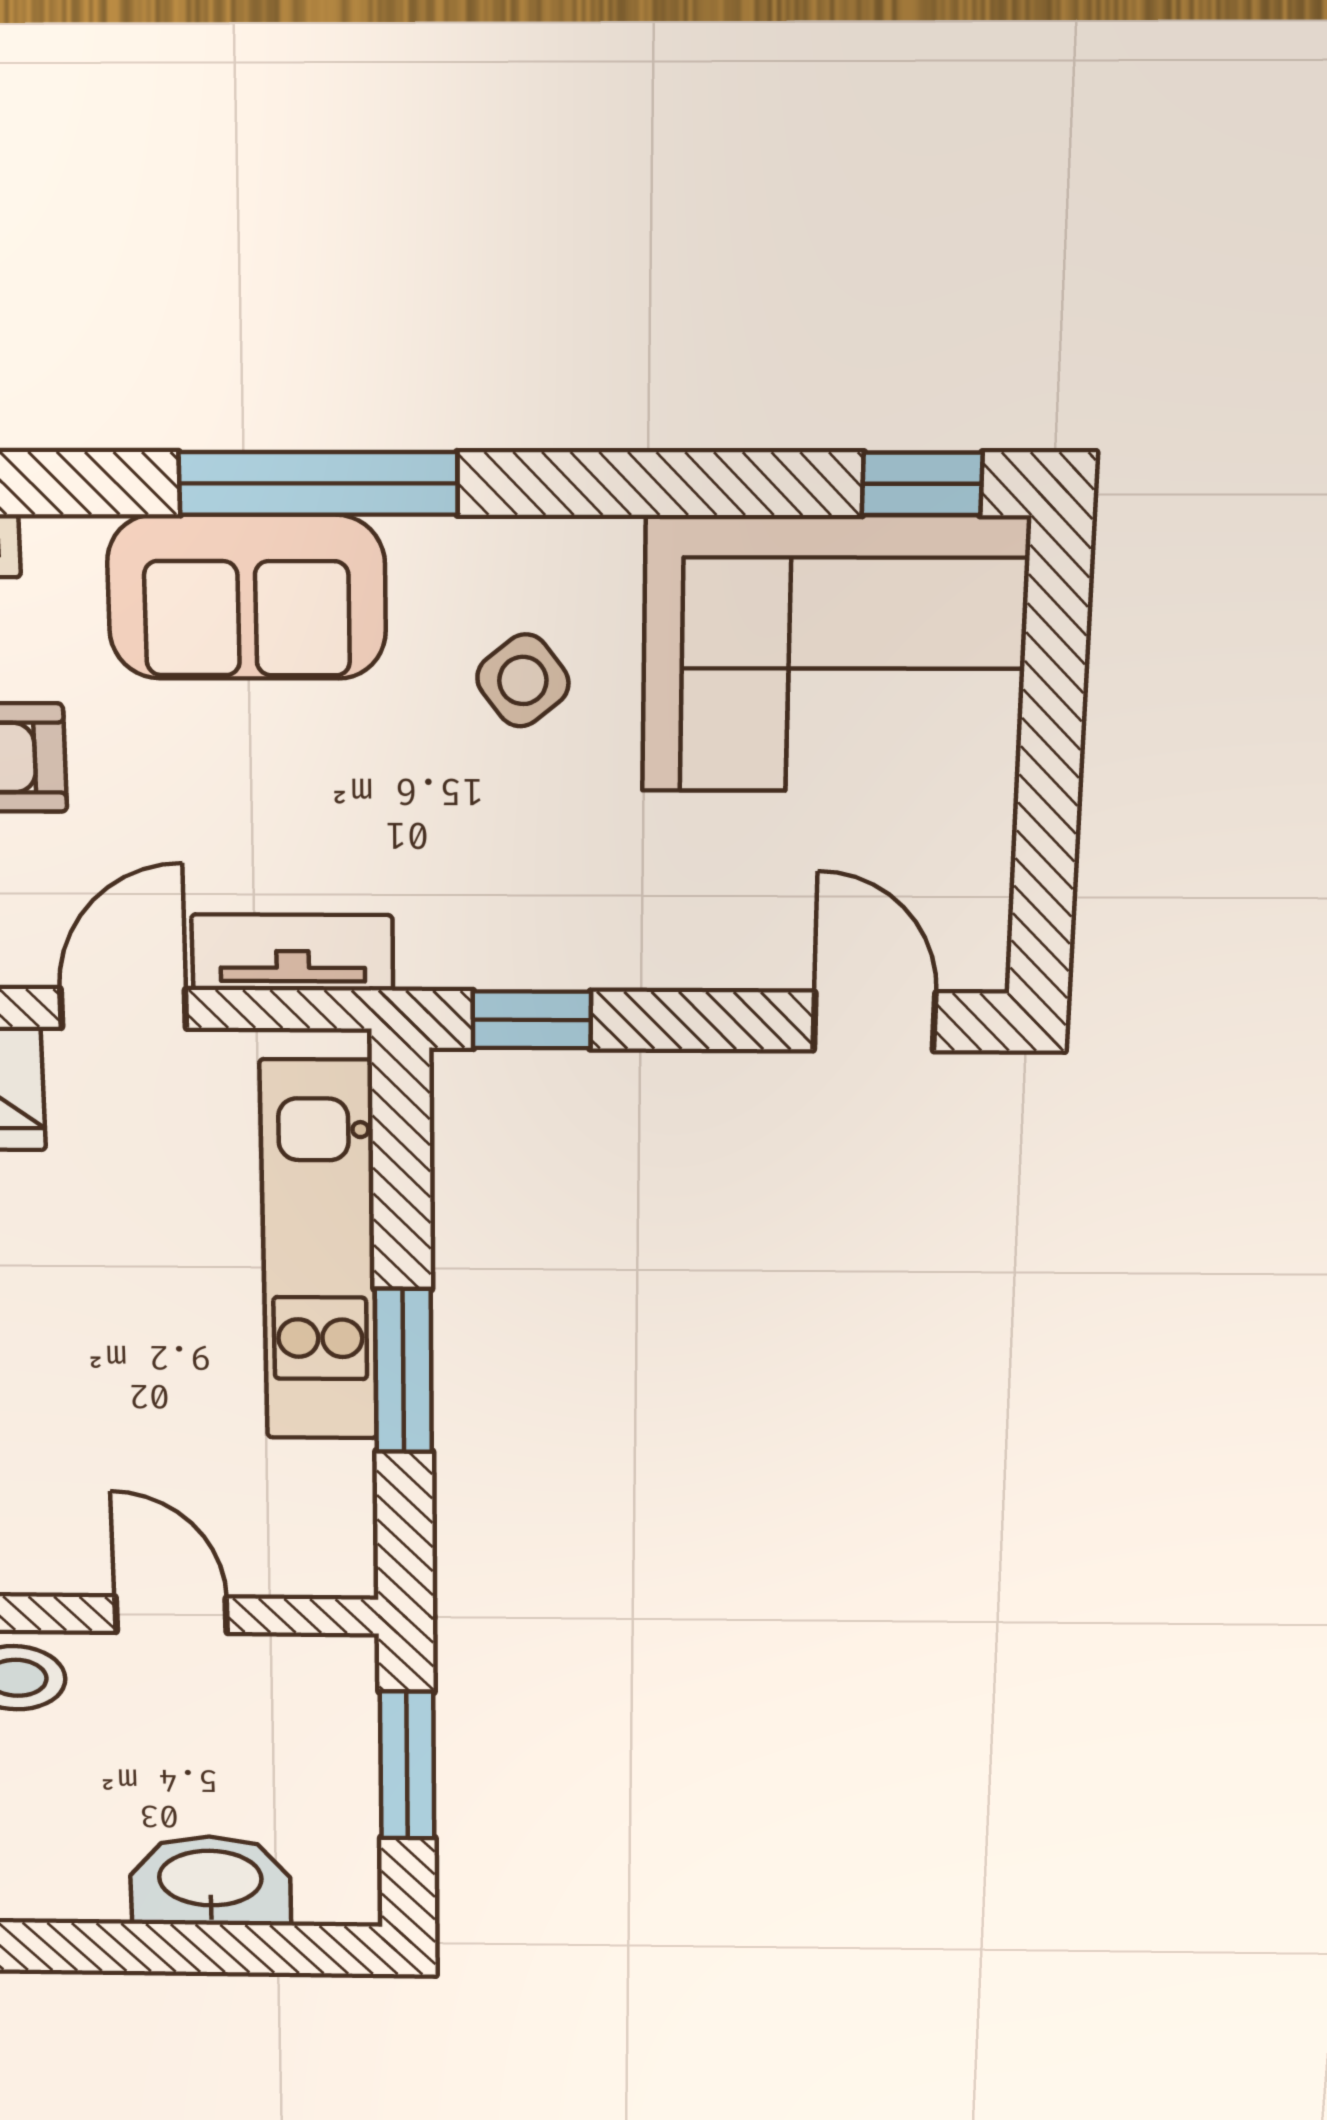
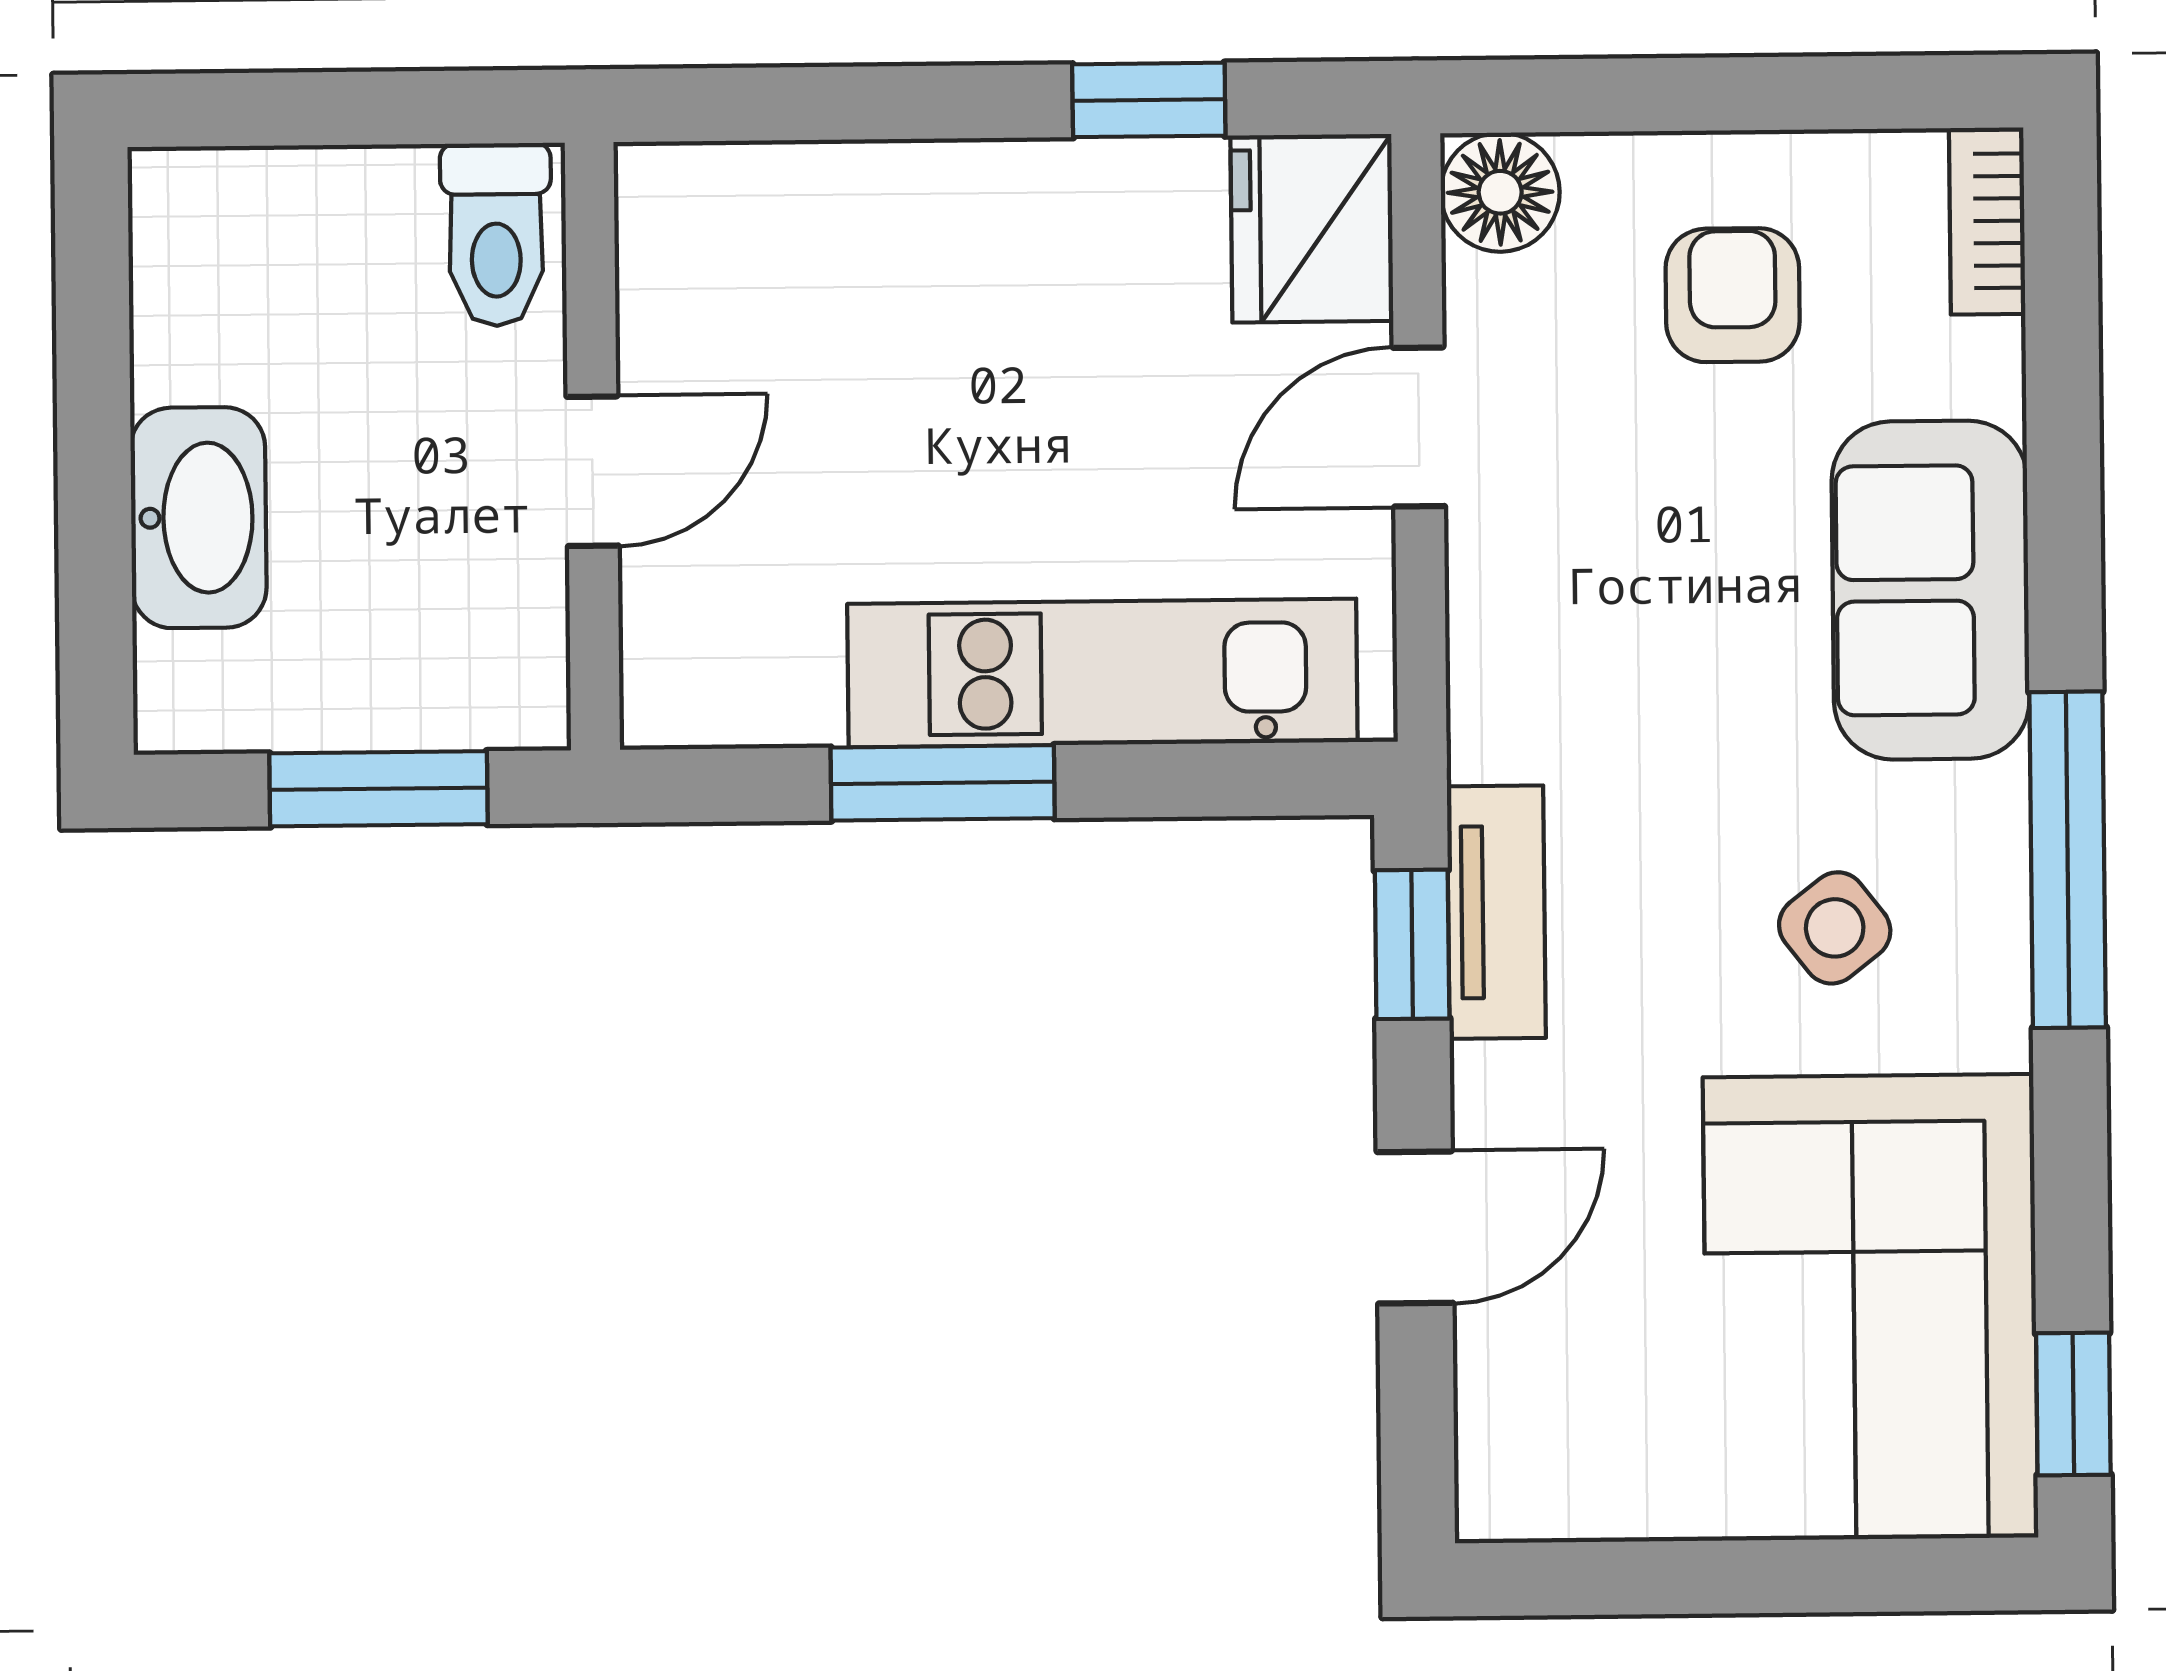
window: (318, 483) -> (2068, 860), moved
tv unit: (292, 953) -> (1496, 912), moved
door: (123, 1008) -> (1419, 427), swing flipped
door: (874, 1021) -> (1415, 1227), moved

